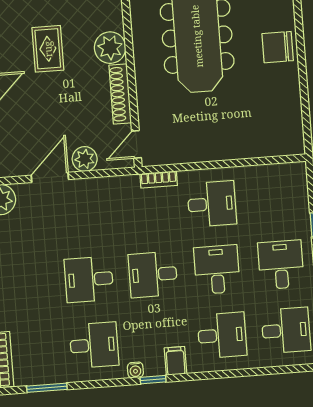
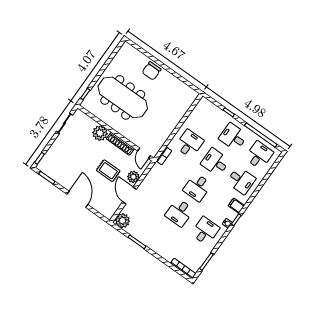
rug: (48, 49) -> (108, 171), moved
desk: (222, 335) -> (241, 180), turned 90

